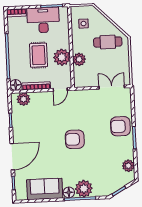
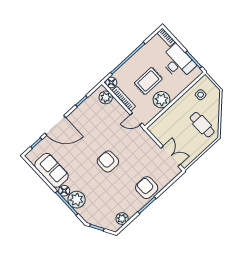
plant: (79, 59) -> (171, 114), removed

